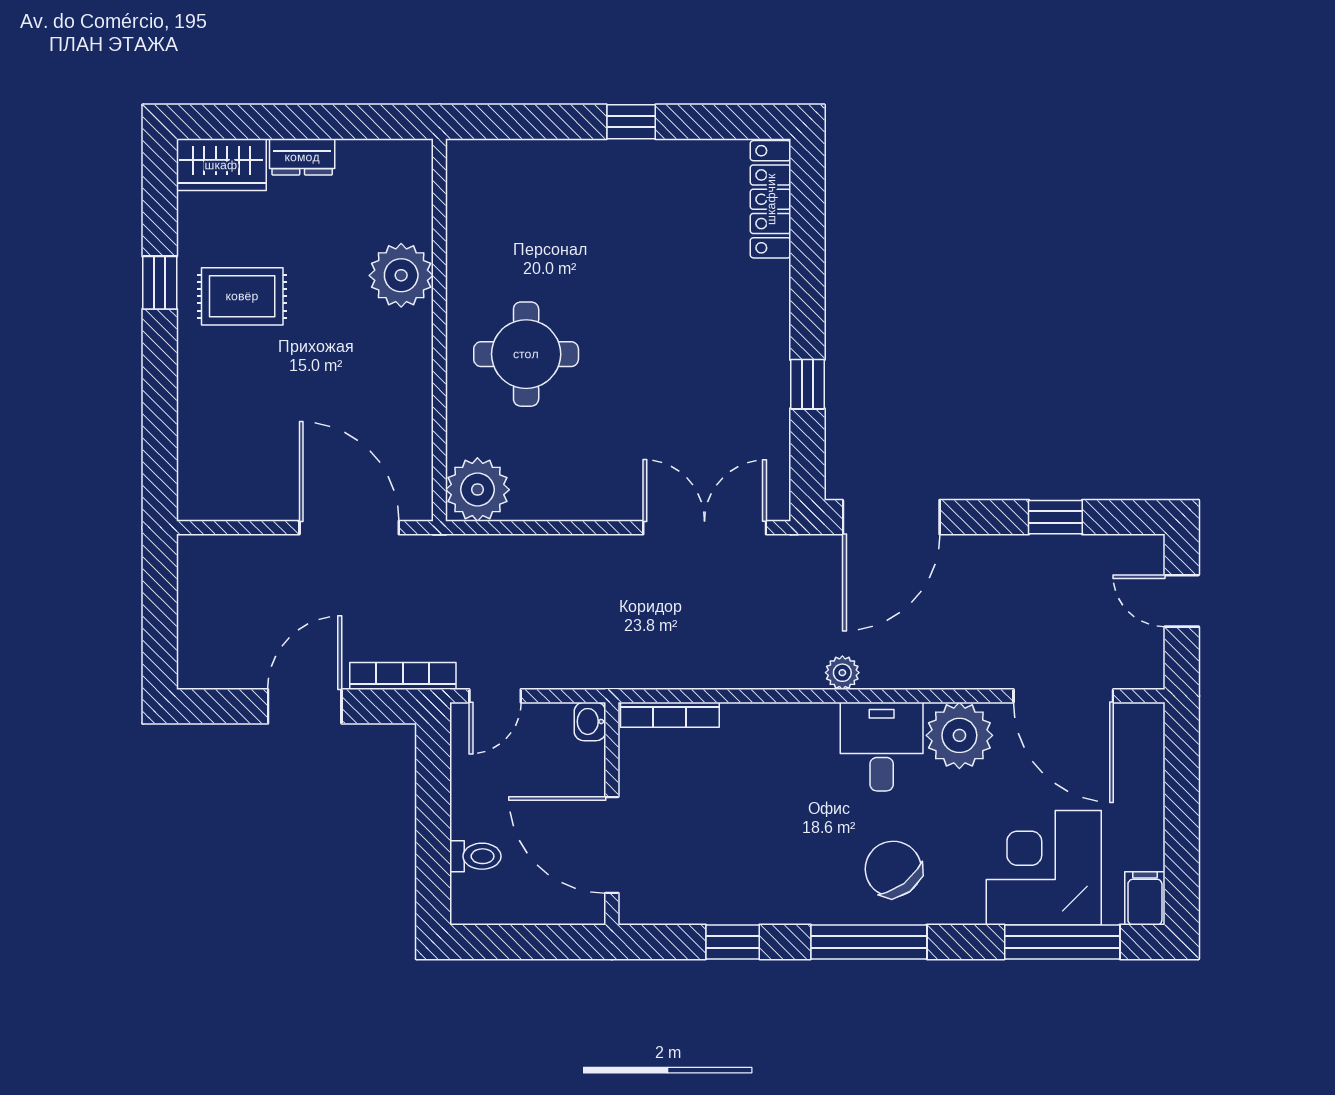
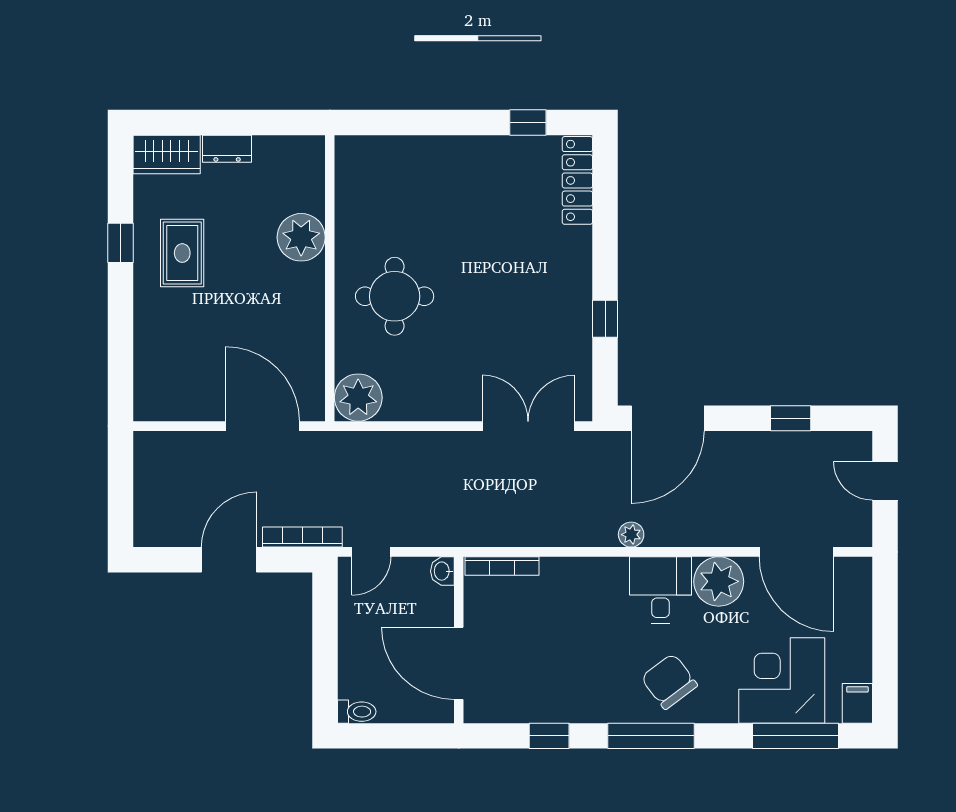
window: (631, 122) -> (528, 122), moved
rug: (242, 296) -> (182, 253), turned 90
toilet: (475, 856) -> (357, 712), moved

